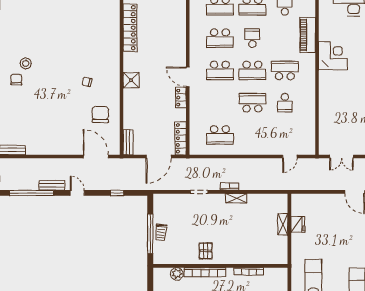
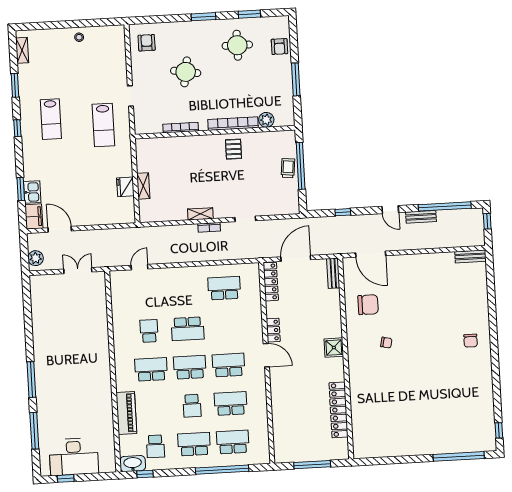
corner desk: (333, 56) -> (95, 390), removed
stool: (26, 63) -> (460, 360), removed
school desk: (285, 70) -> (151, 369), turned 180
chair: (100, 114) -> (368, 305), turned -90

